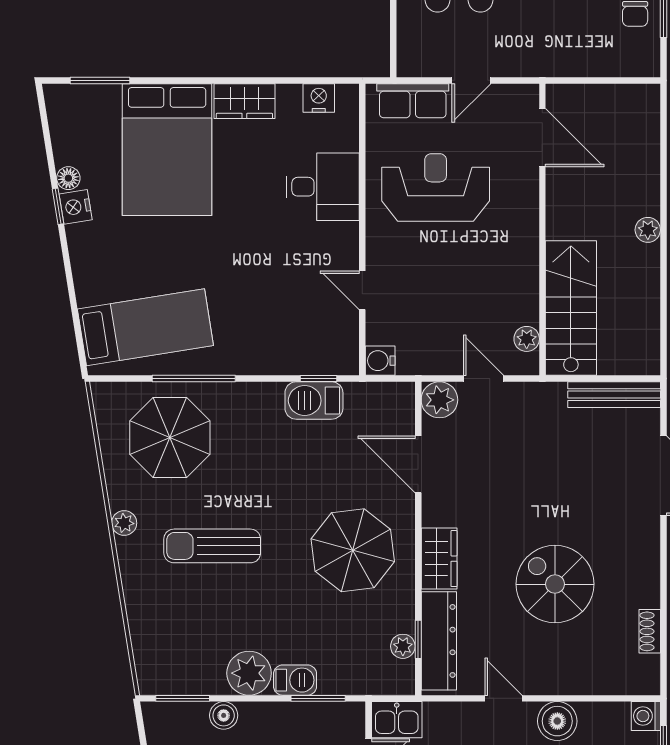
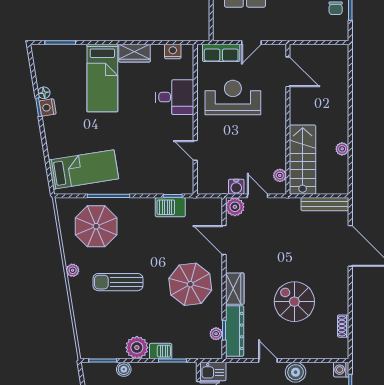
bed: (167, 150) -> (102, 78), width x0.67
plant: (648, 230) -> (342, 149), moved
water cooler: (380, 361) -> (236, 187), moved, turned -90

